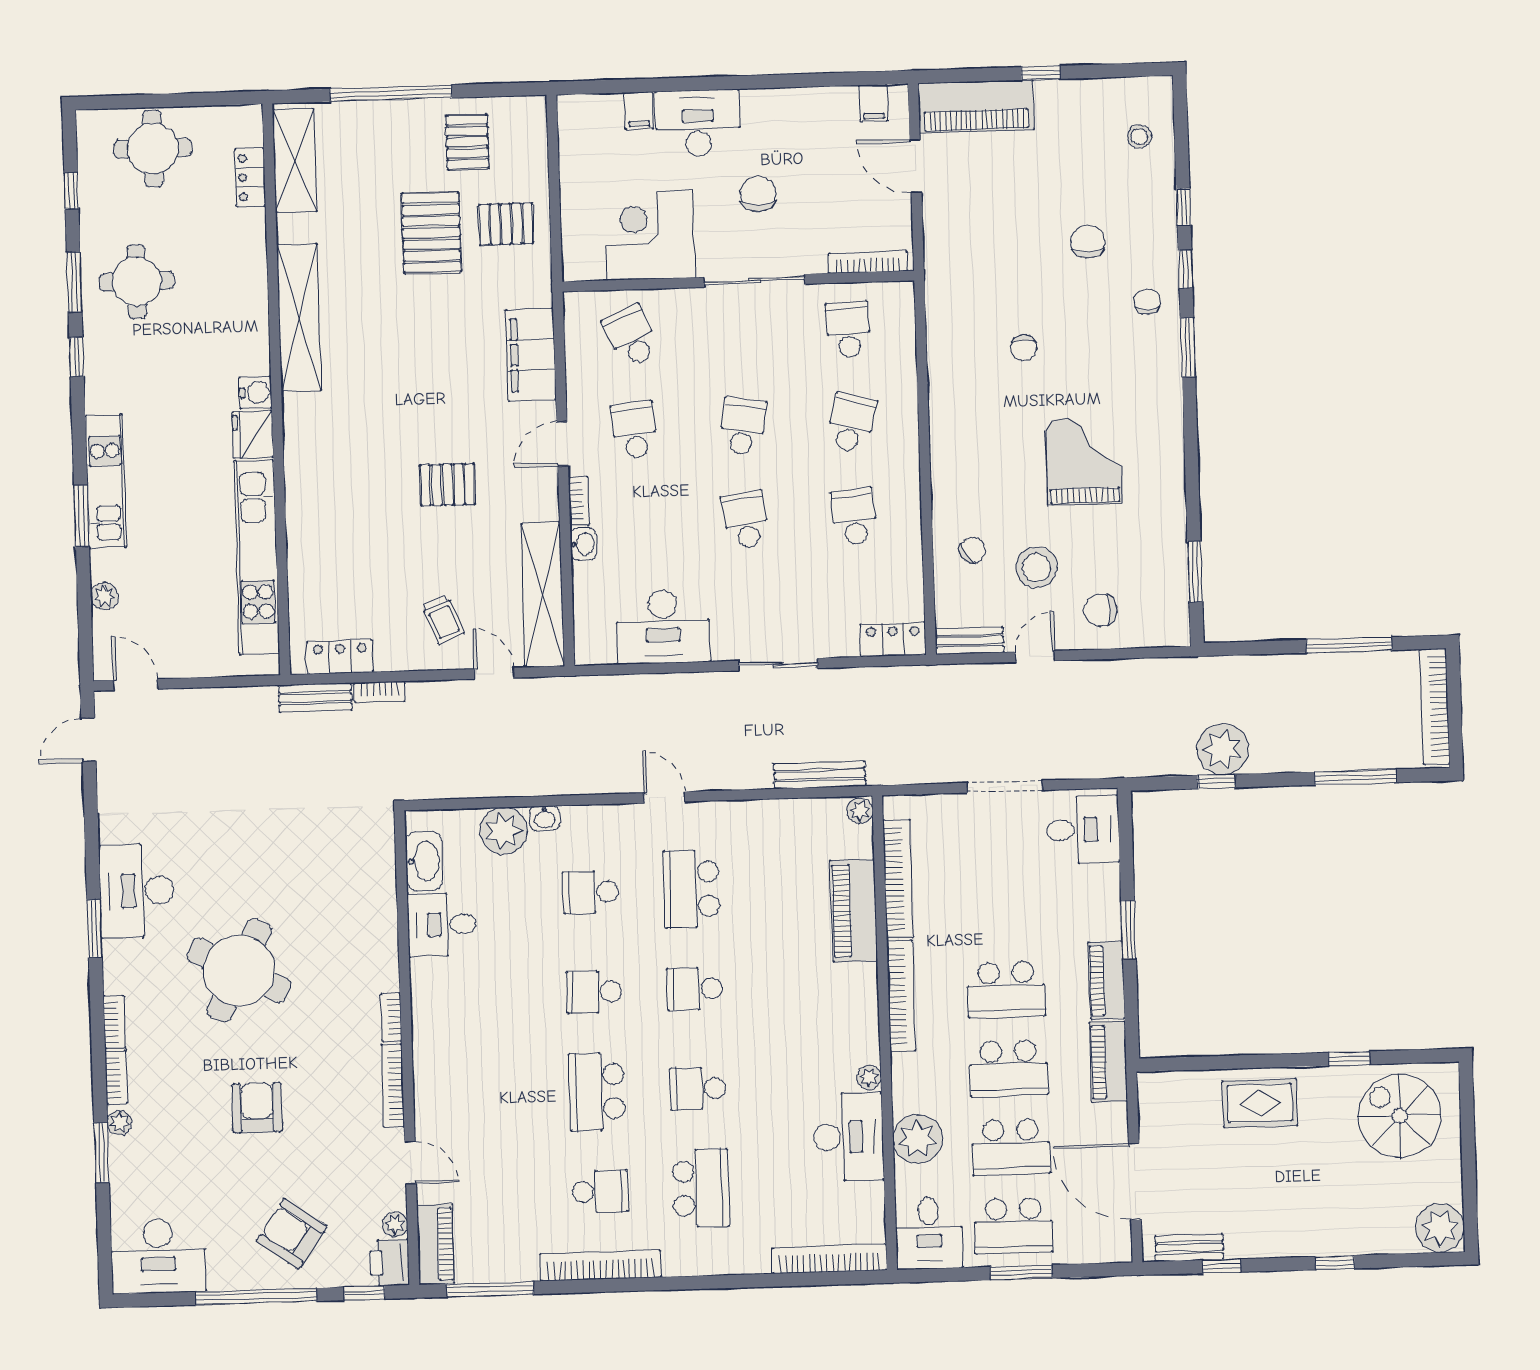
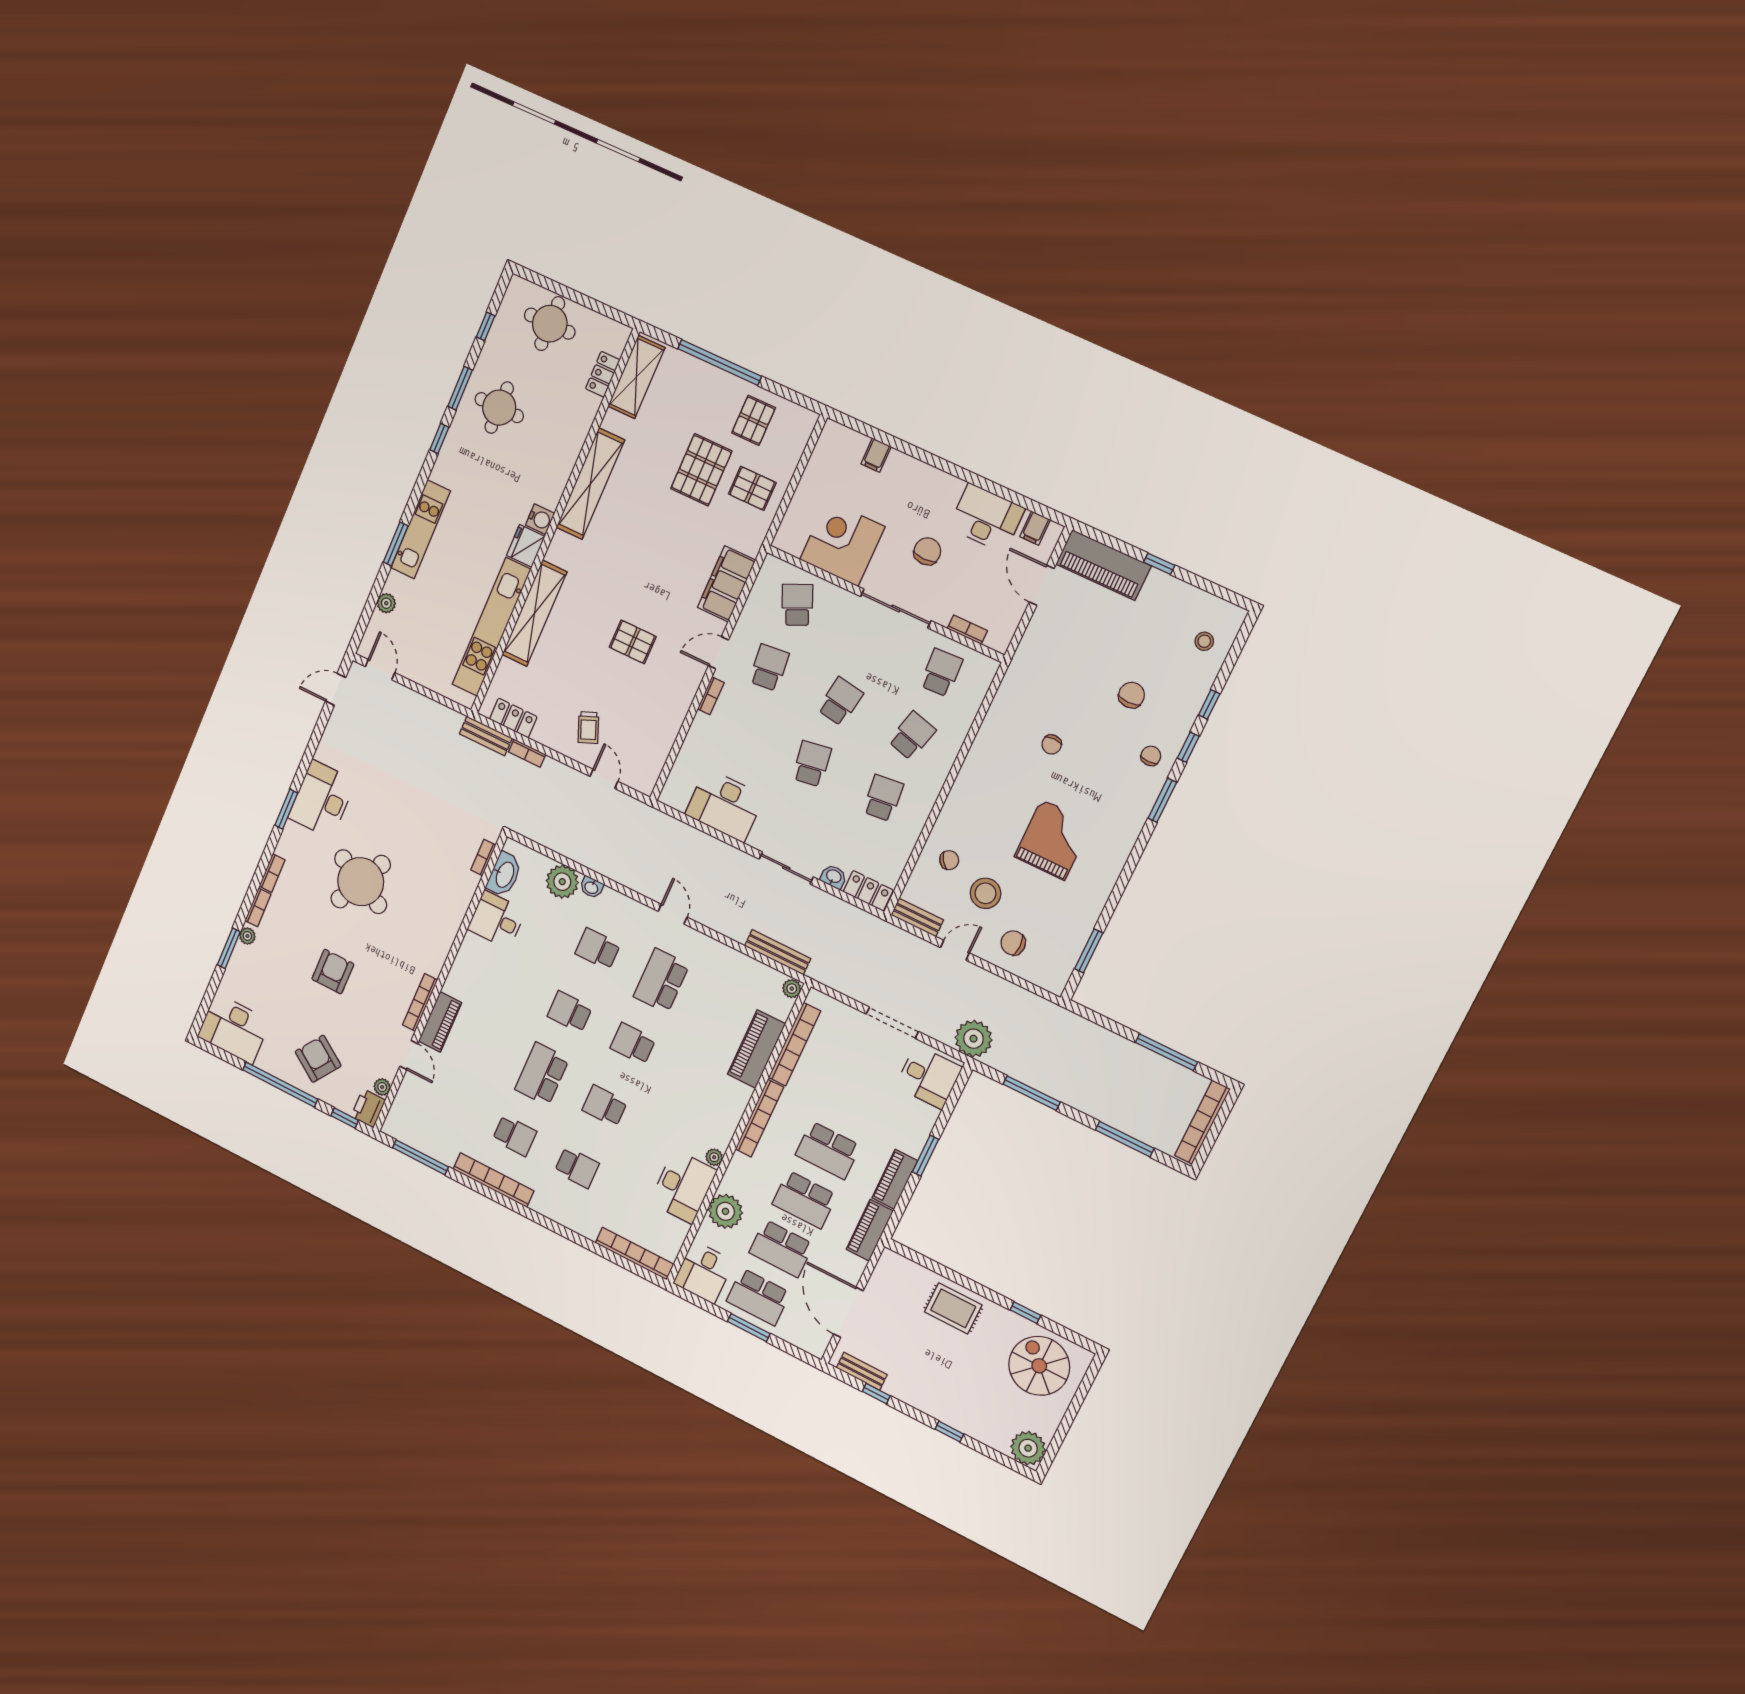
desk: (698, 123) -> (987, 518), moved
bookcase: (868, 262) -> (967, 630), width x0.64
washbasin: (583, 544) -> (834, 877), moved, turned -90
shelving: (543, 594) -> (535, 613), moved
plant: (1223, 749) -> (973, 1039), moved
window: (1216, 782) -> (1032, 1093), width x2.17
bookcase: (391, 1017) -> (483, 857), moved
school desk: (701, 1188) -> (577, 1168), width x0.54
piano: (436, 1244) -> (440, 1022), moved

